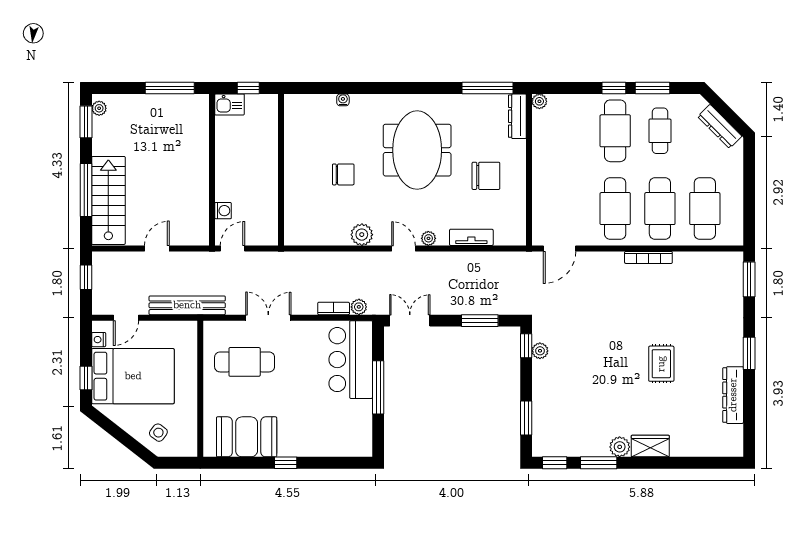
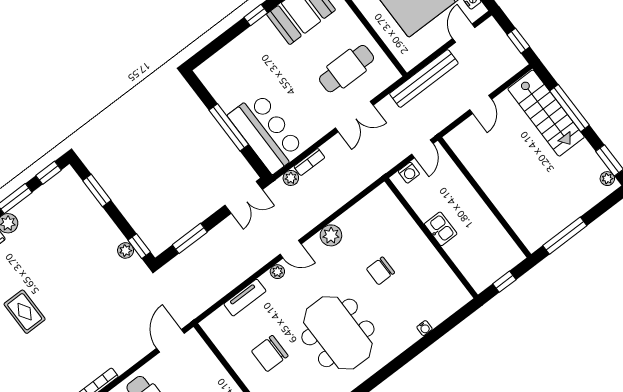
kitchen sink: (229, 104) -> (441, 229), moved, turned 90
washing machine: (223, 211) -> (409, 173), moved, turned -90

